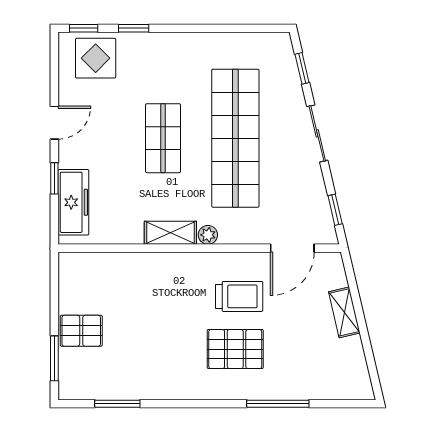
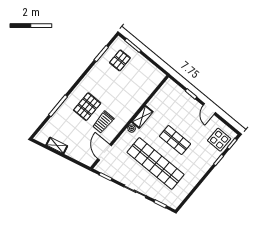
freezer: (73, 202) -> (178, 94), removed
shelving: (344, 312) -> (57, 145), moved
pallet: (81, 331) -> (120, 60), moved

